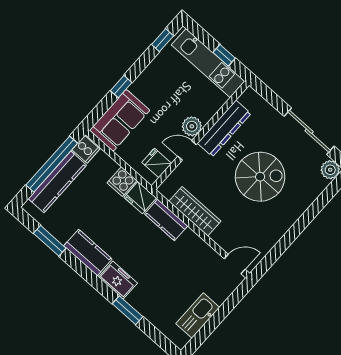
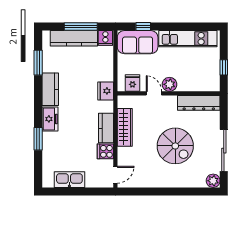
window: (163, 40) -> (202, 27), removed
kitchen unit: (208, 63) -> (188, 39), moved, turned -90
window: (121, 87) -> (143, 27), moved
dresser: (224, 128) -> (199, 103), moved
window: (52, 164) -> (81, 27), width x0.68
cooker: (122, 182) -> (105, 151), moved
kitchen counter: (166, 220) -> (106, 128), moved
door: (235, 264) -> (115, 175), hinge flipped

